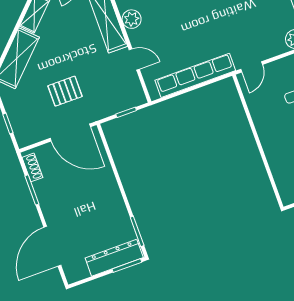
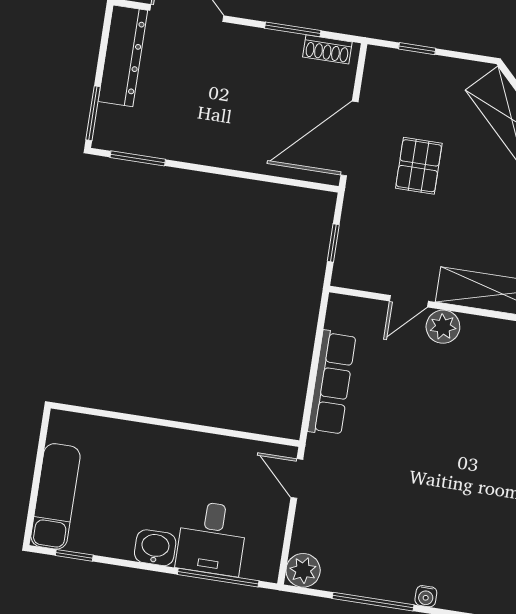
plant: (132, 19) -> (443, 327), moved
row of seats: (195, 75) -> (332, 383), width x0.73
dresser: (114, 258) -> (123, 56), moved

